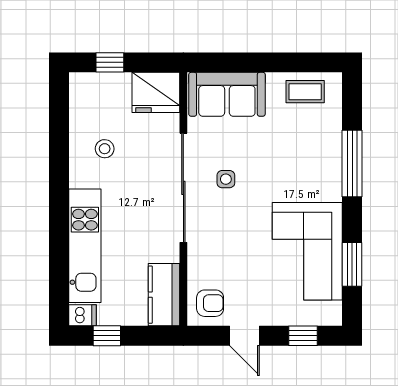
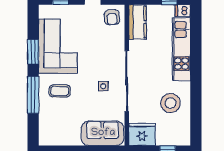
coffee table: (305, 92) -> (60, 91), moved
stool: (105, 149) -> (171, 103), width x1.89, depth x1.89
window: (352, 264) -> (33, 52), moved
armchair: (210, 303) -> (112, 17), turned -94

